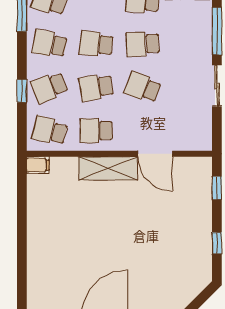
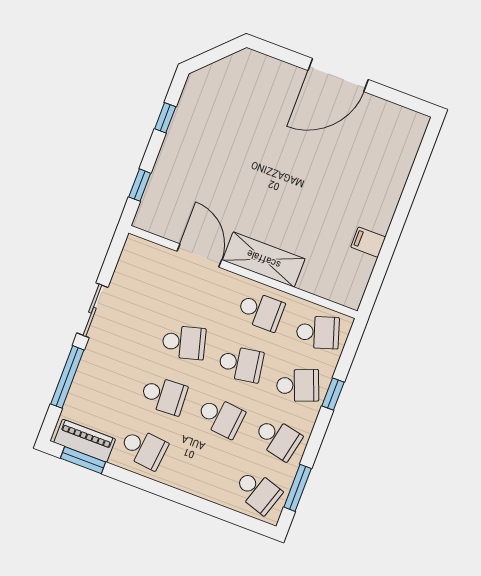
school desk: (143, 87) -> (184, 342), turned -36
school desk: (49, 131) -> (318, 332), turned -33
filing cabinet: (38, 165) -> (368, 242), moved

